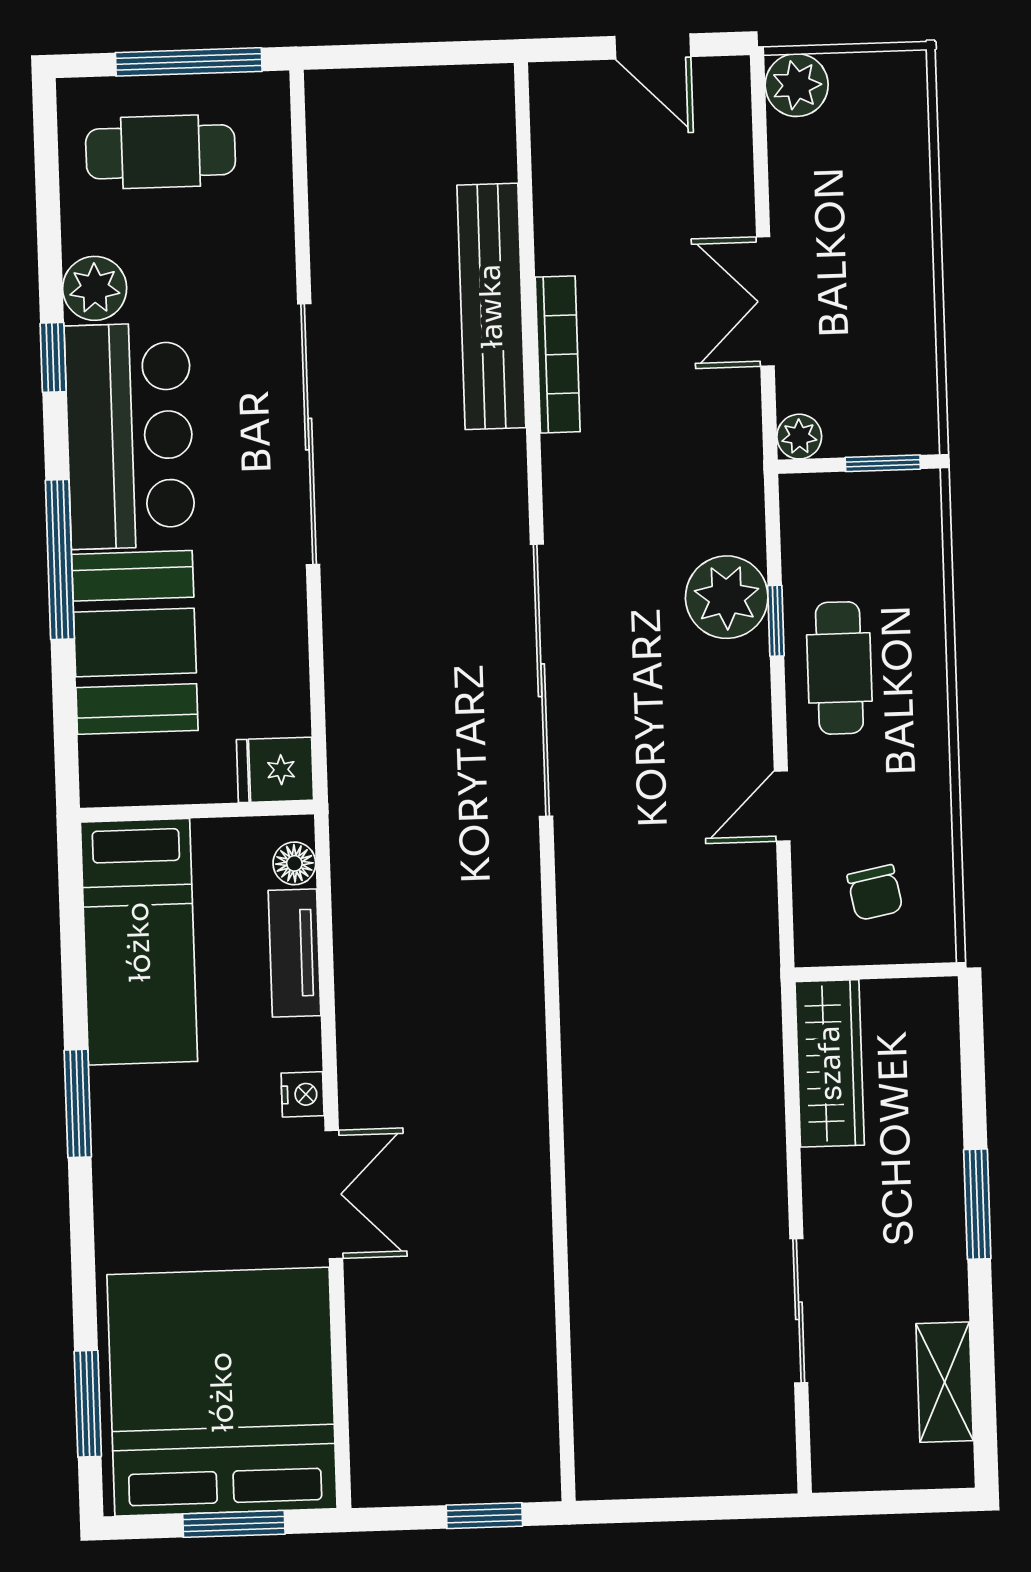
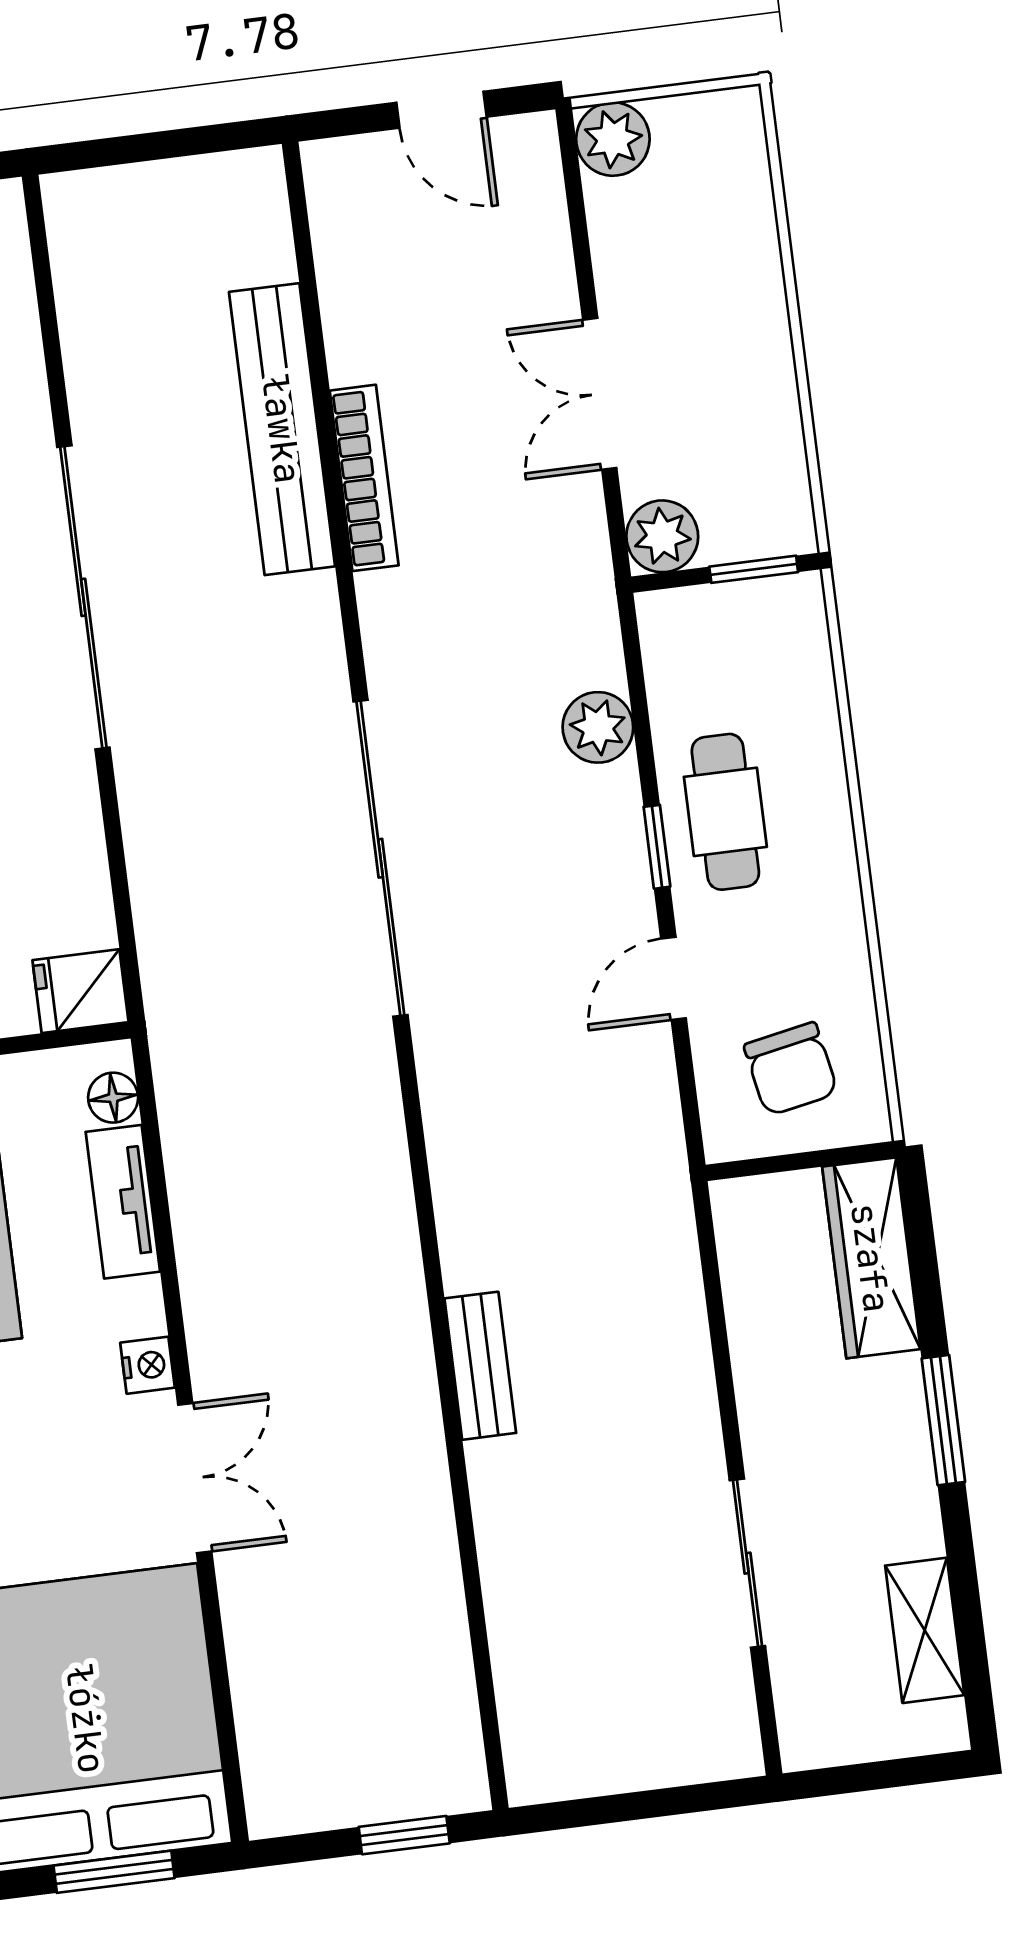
plant: (799, 437) -> (662, 536), width x1.38, depth x1.38
plant: (727, 597) -> (598, 727), width x0.73, depth x0.73
window: (776, 621) -> (657, 847), moved
chair: (875, 893) -> (791, 1069), width x1.37, depth x1.37
wardrobe: (830, 1063) -> (871, 1258), moved, turned 180
bench: (586, 1121) -> (480, 1366), added

